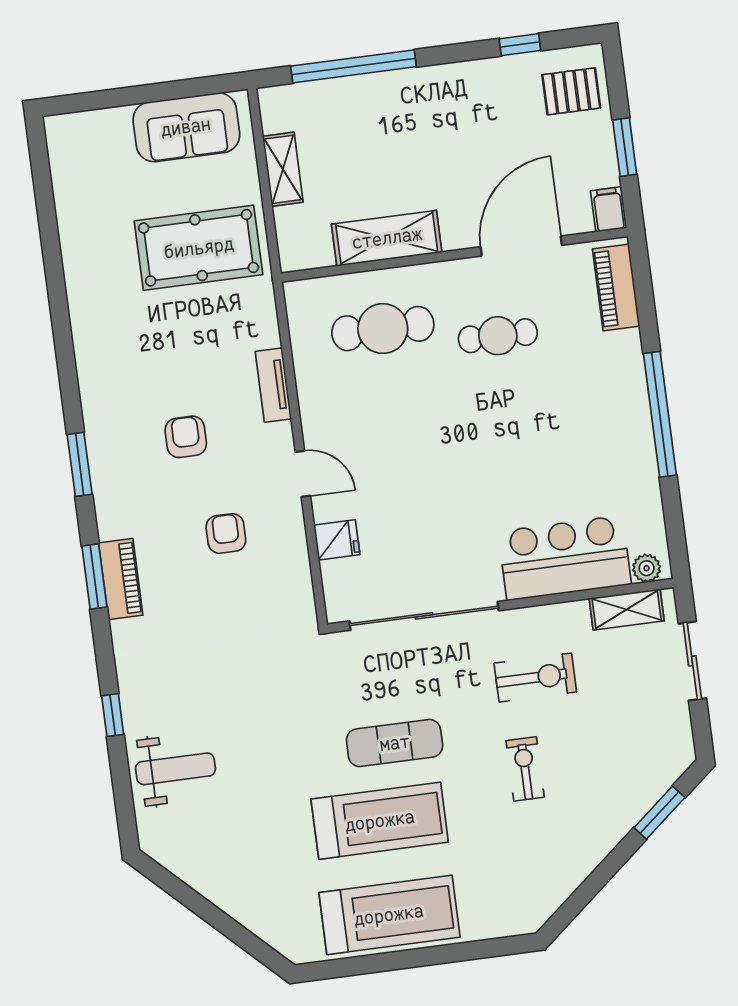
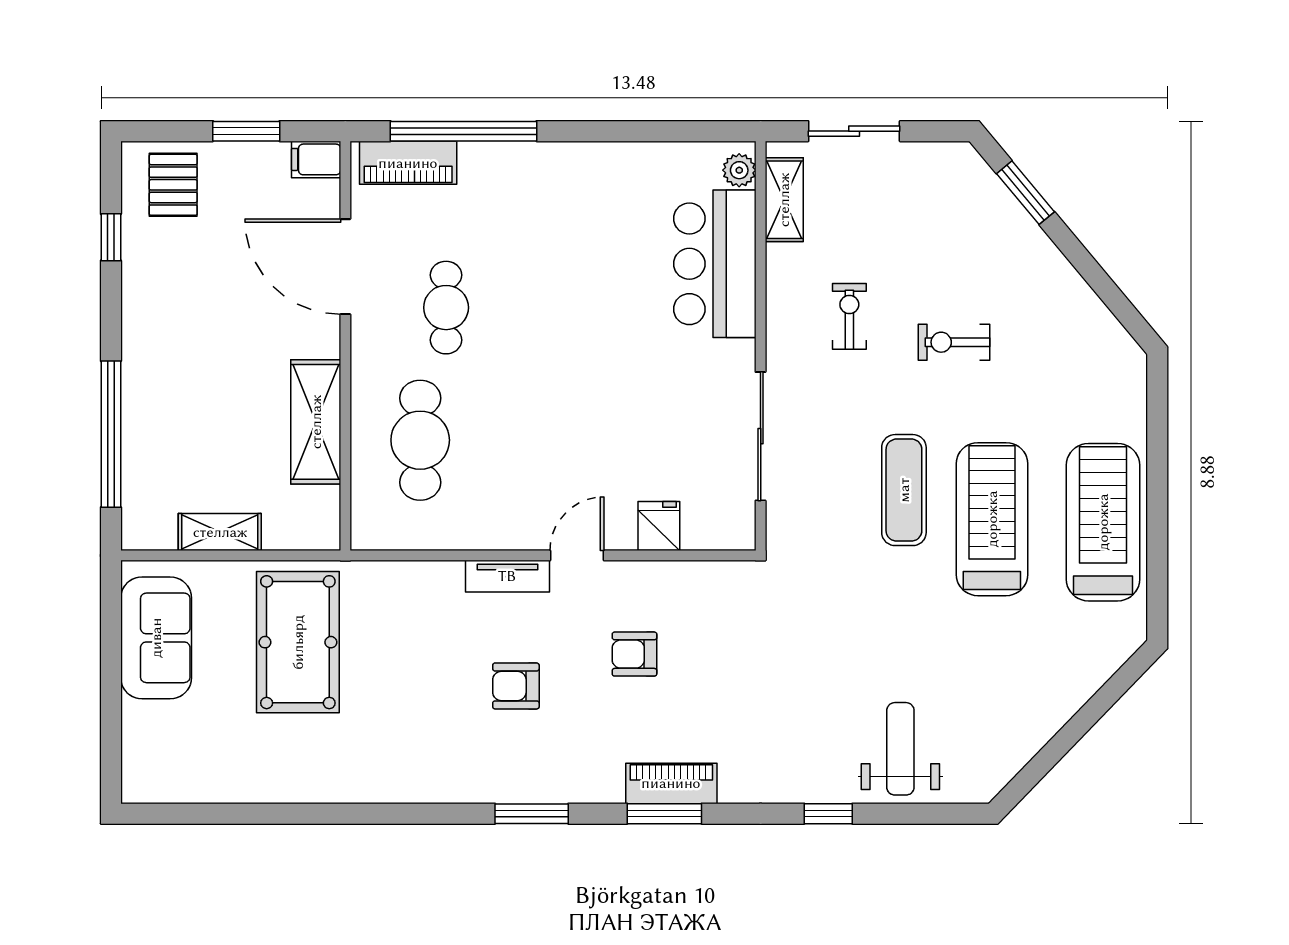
tv unit: (273, 385) -> (507, 576), moved
window: (660, 414) -> (464, 131), moved
sliding door: (424, 616) -> (761, 436), width x0.73
exercise bike: (535, 678) -> (849, 316), width x0.73, depth x0.72

